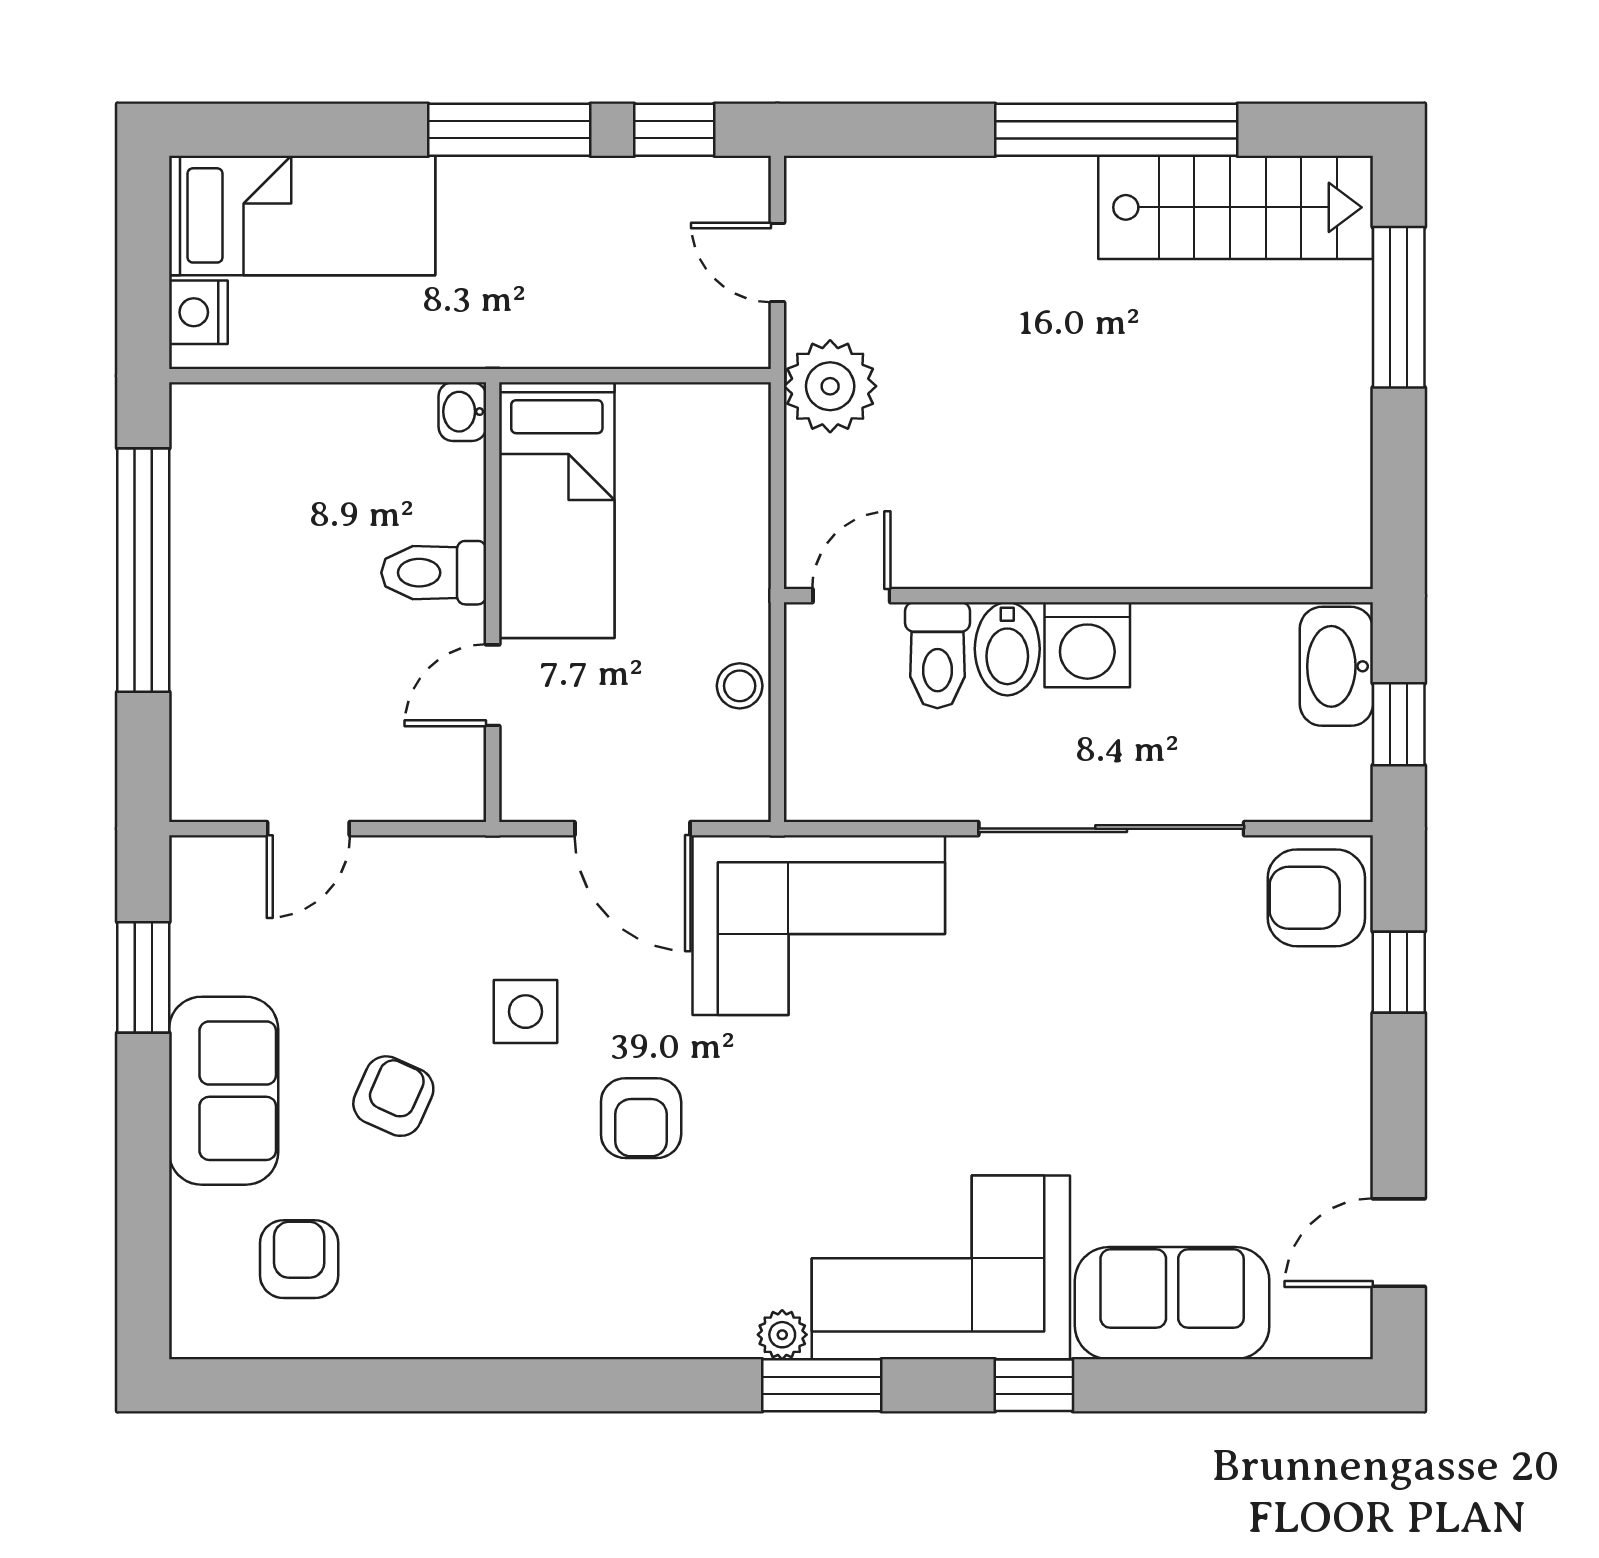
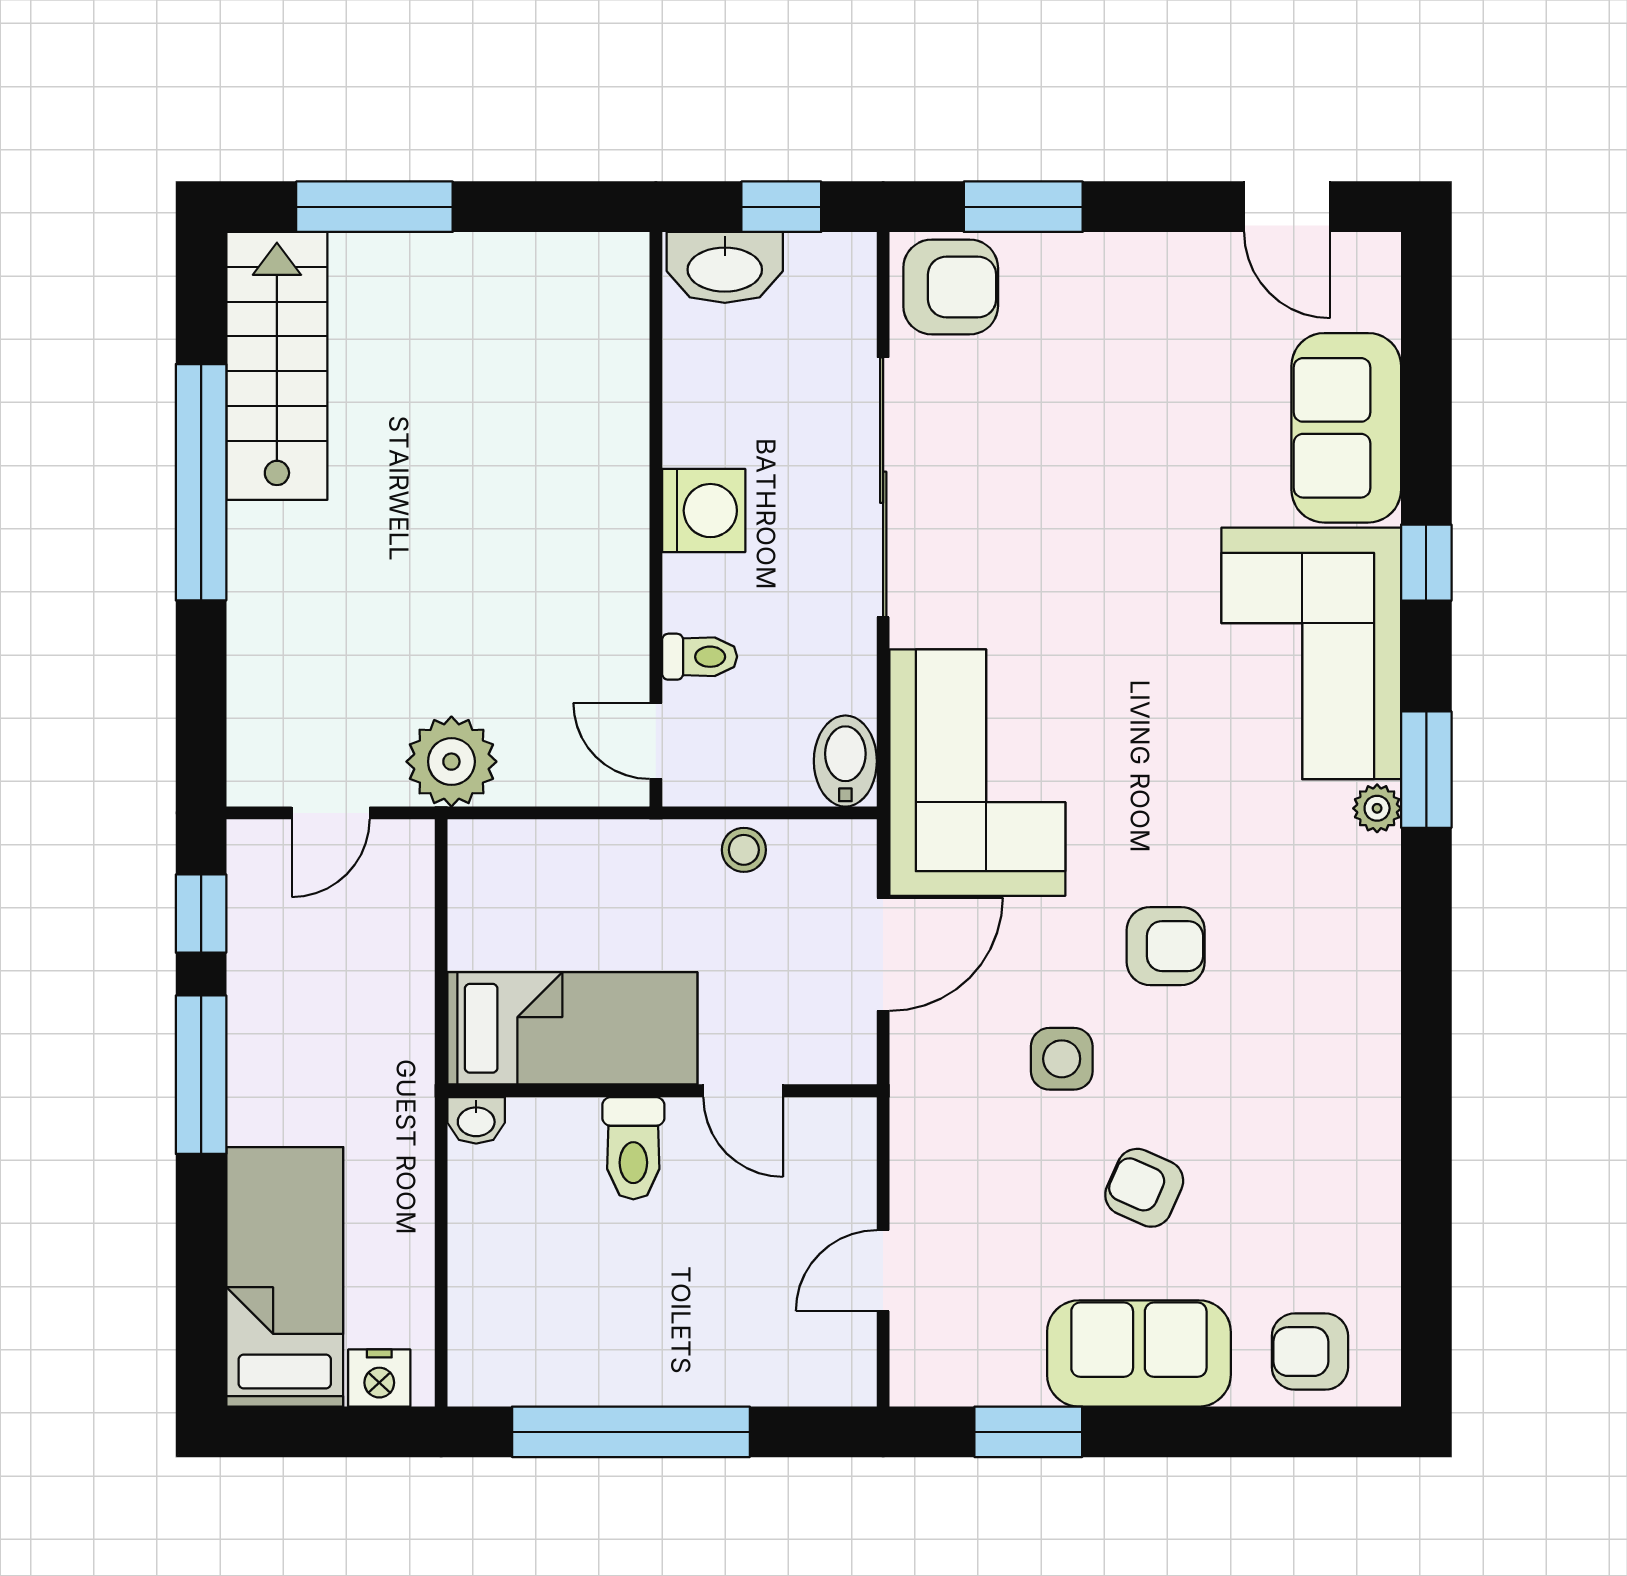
bidet: (1007, 649) -> (845, 761), moved, turned -90
toilet: (937, 655) -> (700, 657), width x0.73, depth x0.72
door: (308, 829) -> (883, 1271), swing flipped
armchair: (1316, 898) -> (951, 287), turned -90
window: (1399, 972) -> (1023, 207), width x1.50
armchair: (299, 1259) -> (1310, 1352), moved

